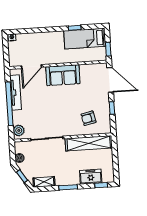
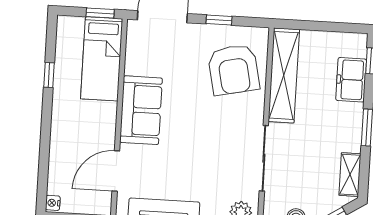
bed: (85, 39) -> (102, 59), moved
door: (31, 67) -> (116, 171), swing flipped
armchair: (88, 118) -> (234, 70), width x1.88, depth x1.88

